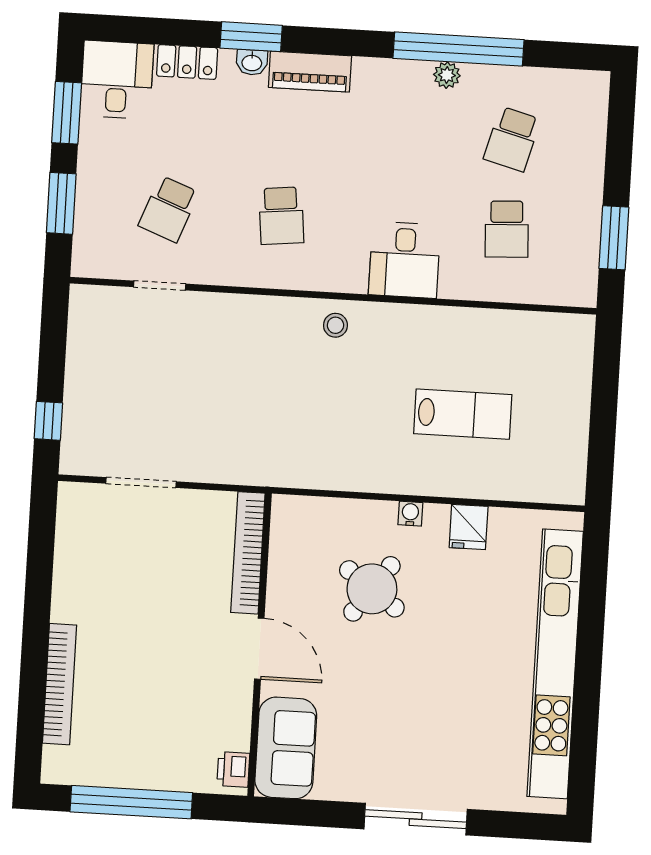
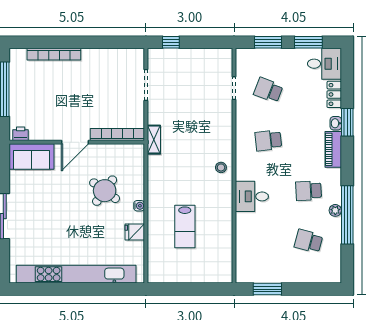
school desk: (507, 229) -> (308, 191), moved
shelving: (264, 472) -> (154, 140), added

